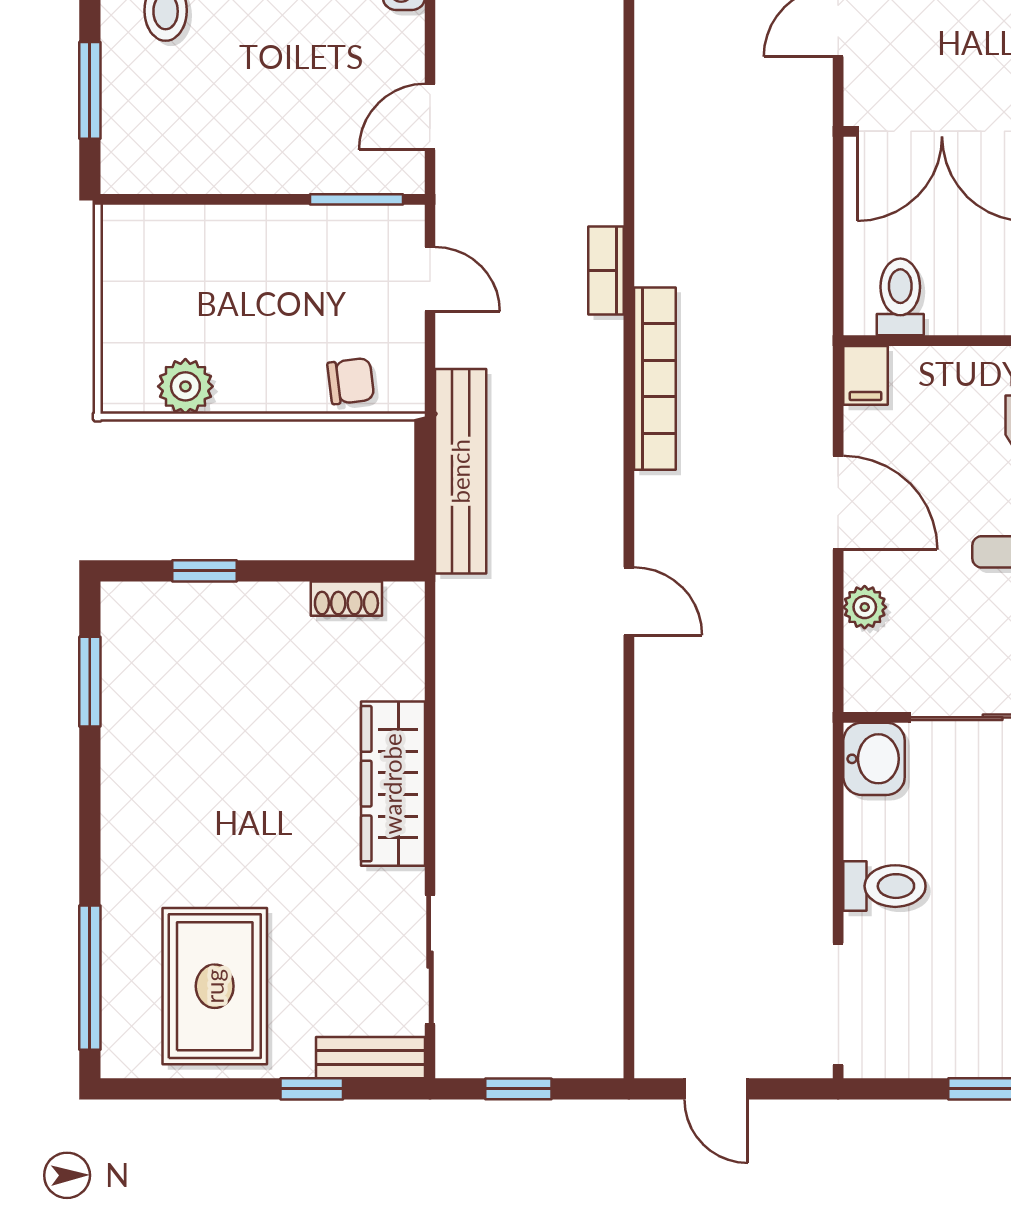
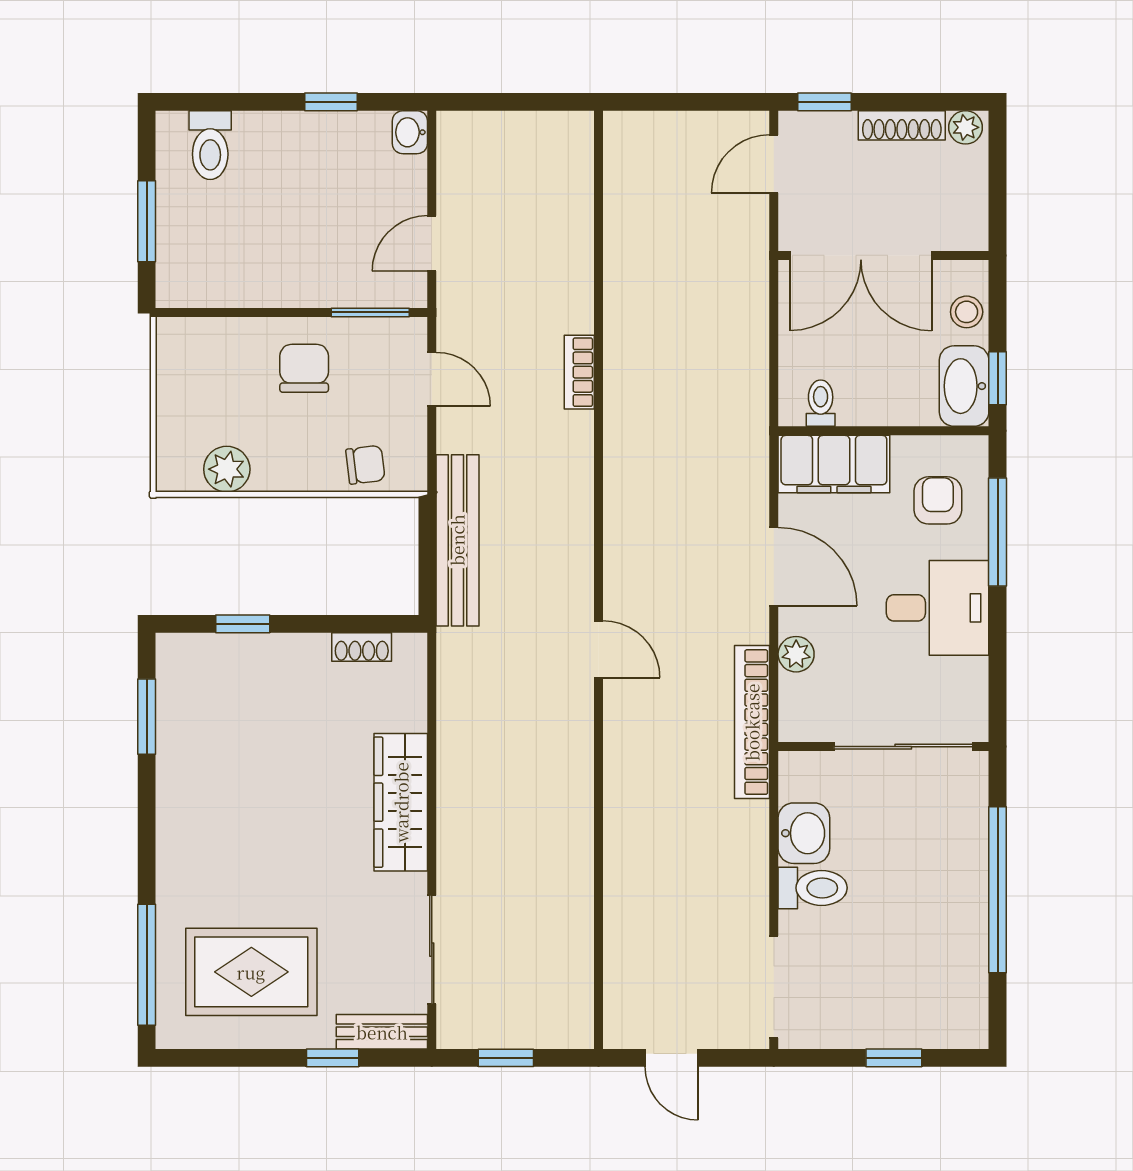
chair: (278, 266) -> (304, 368), added
toilet: (900, 297) -> (821, 403), width x0.73, depth x0.72
filing cabinet: (866, 375) -> (834, 464), width x3.00, depth x1.17
bookcase: (655, 379) -> (752, 722), moved, turned 180
washbasin: (874, 759) -> (804, 833), moved
rug: (215, 986) -> (251, 972), turned 90

